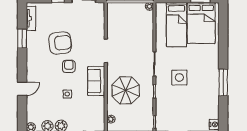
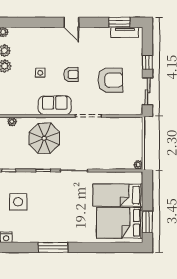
window: (22, 39) -> (119, 22), moved
armchair: (60, 43) -> (110, 80), moved, turned -84
side table: (179, 78) -> (18, 202), moved
door: (22, 89) -> (71, 22), moved

